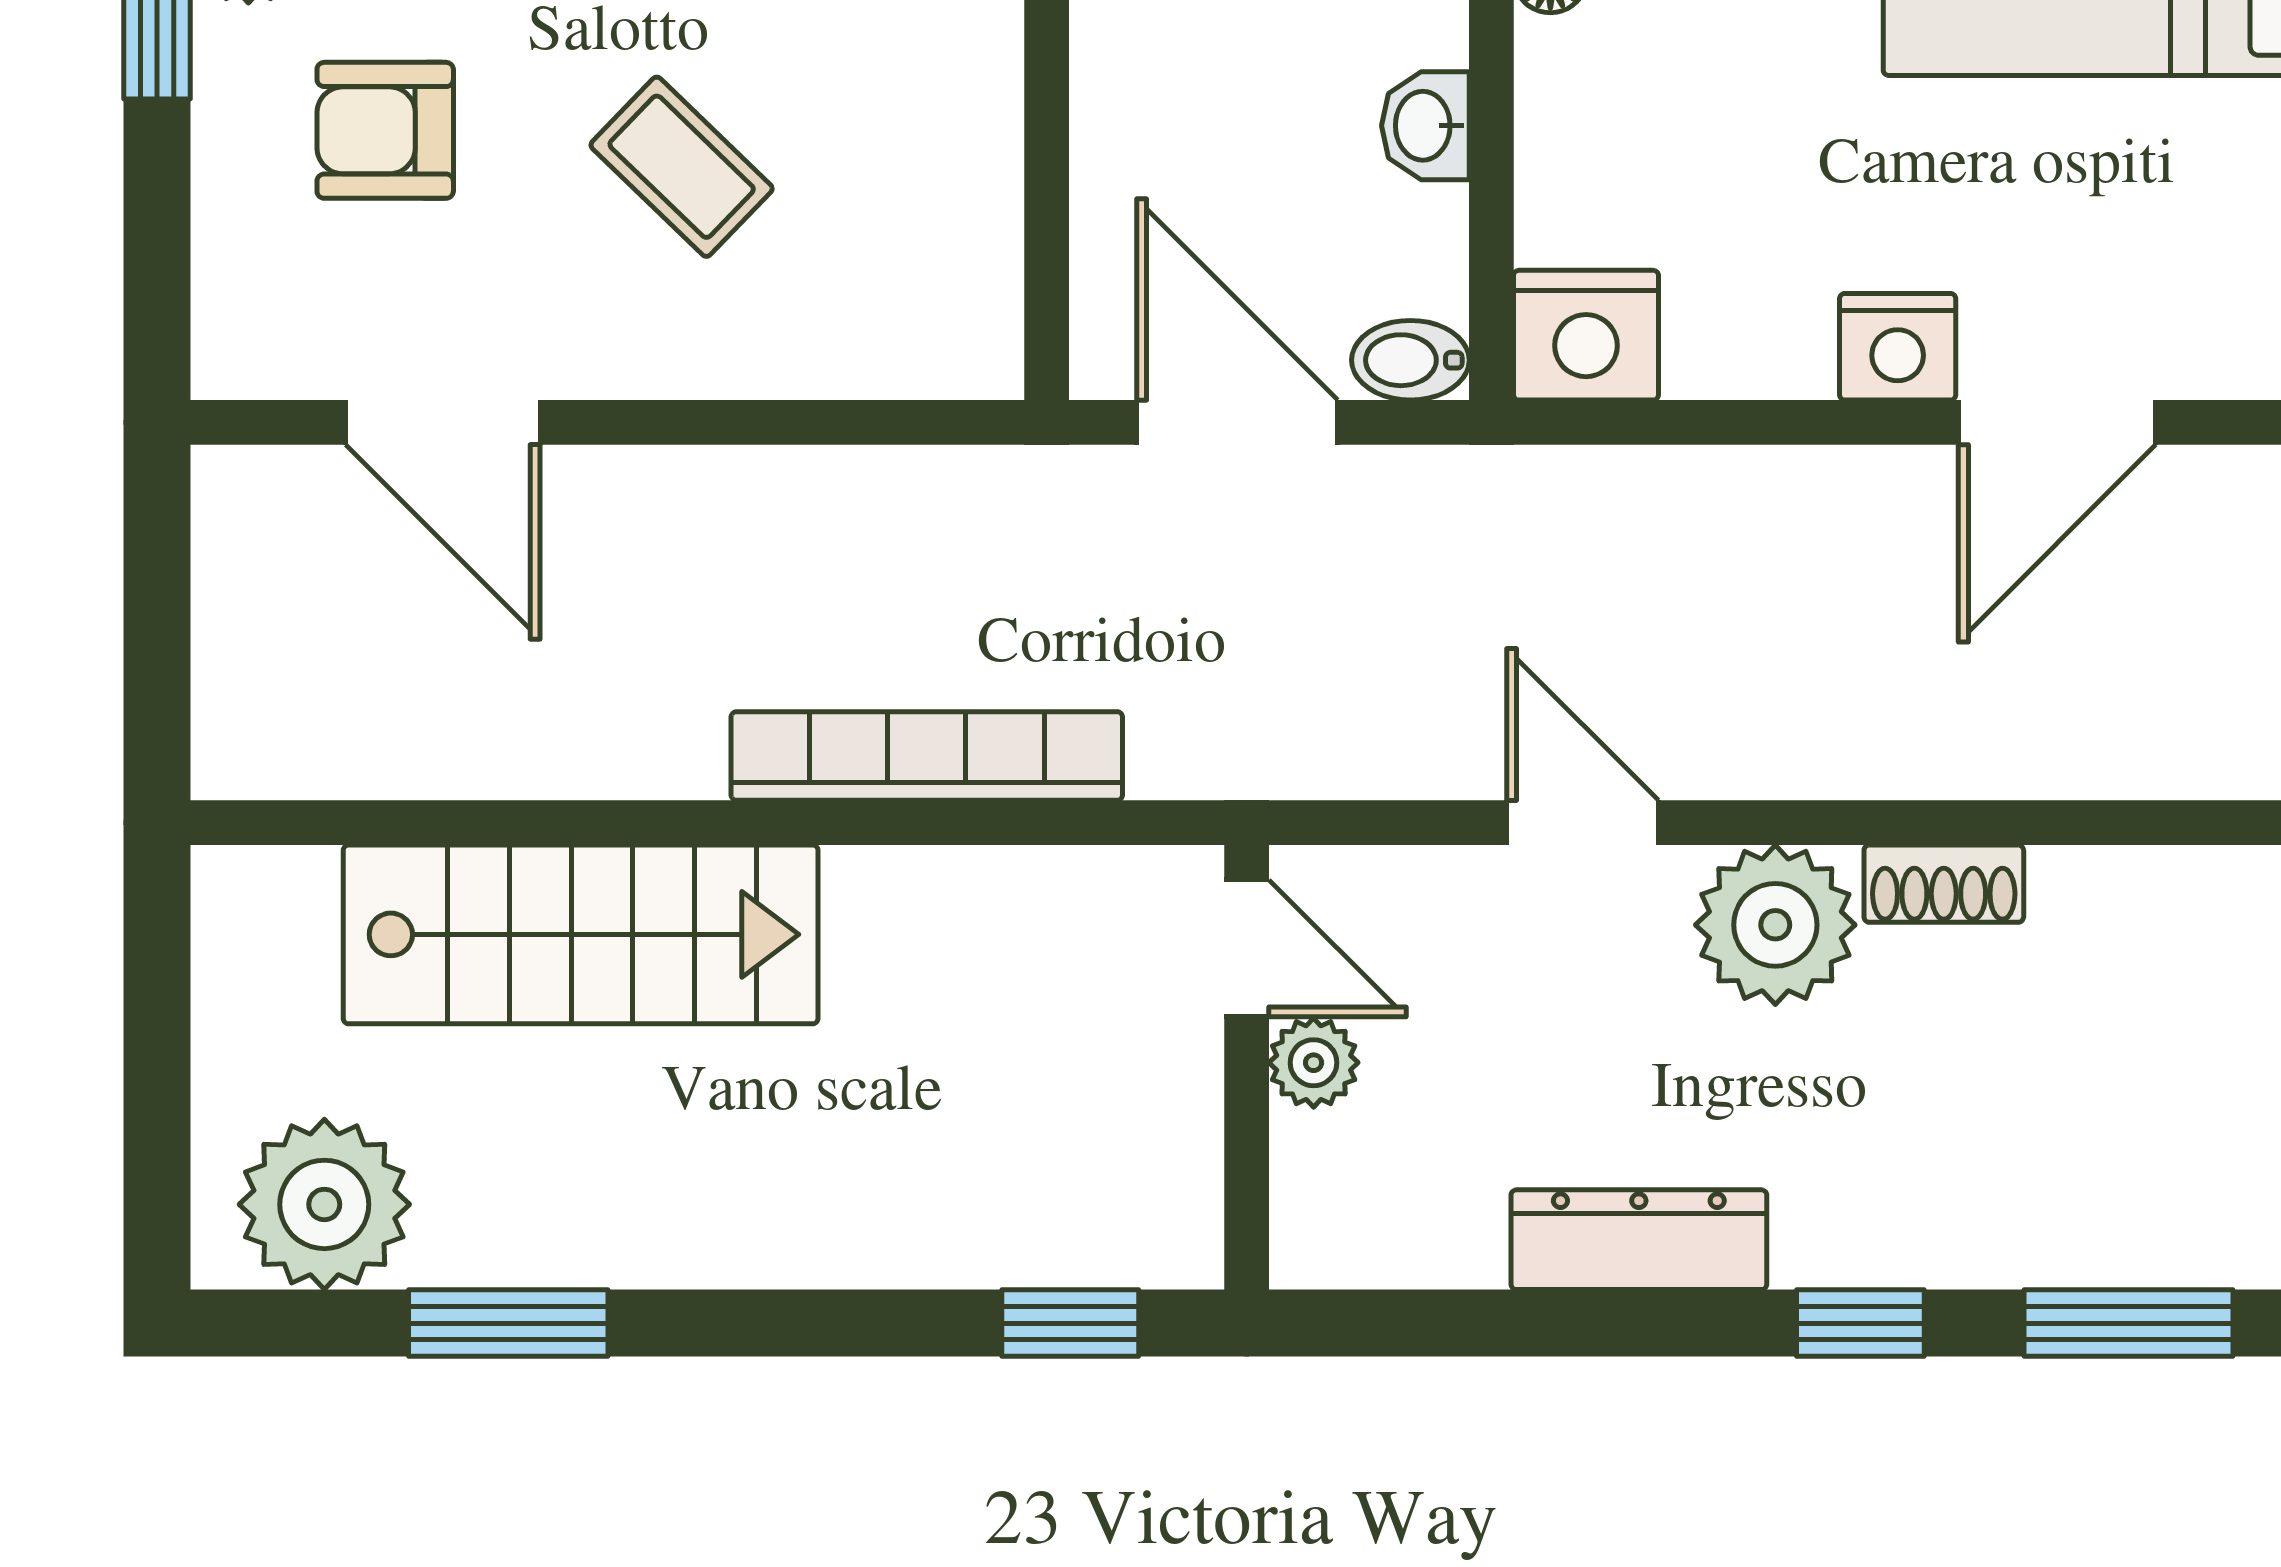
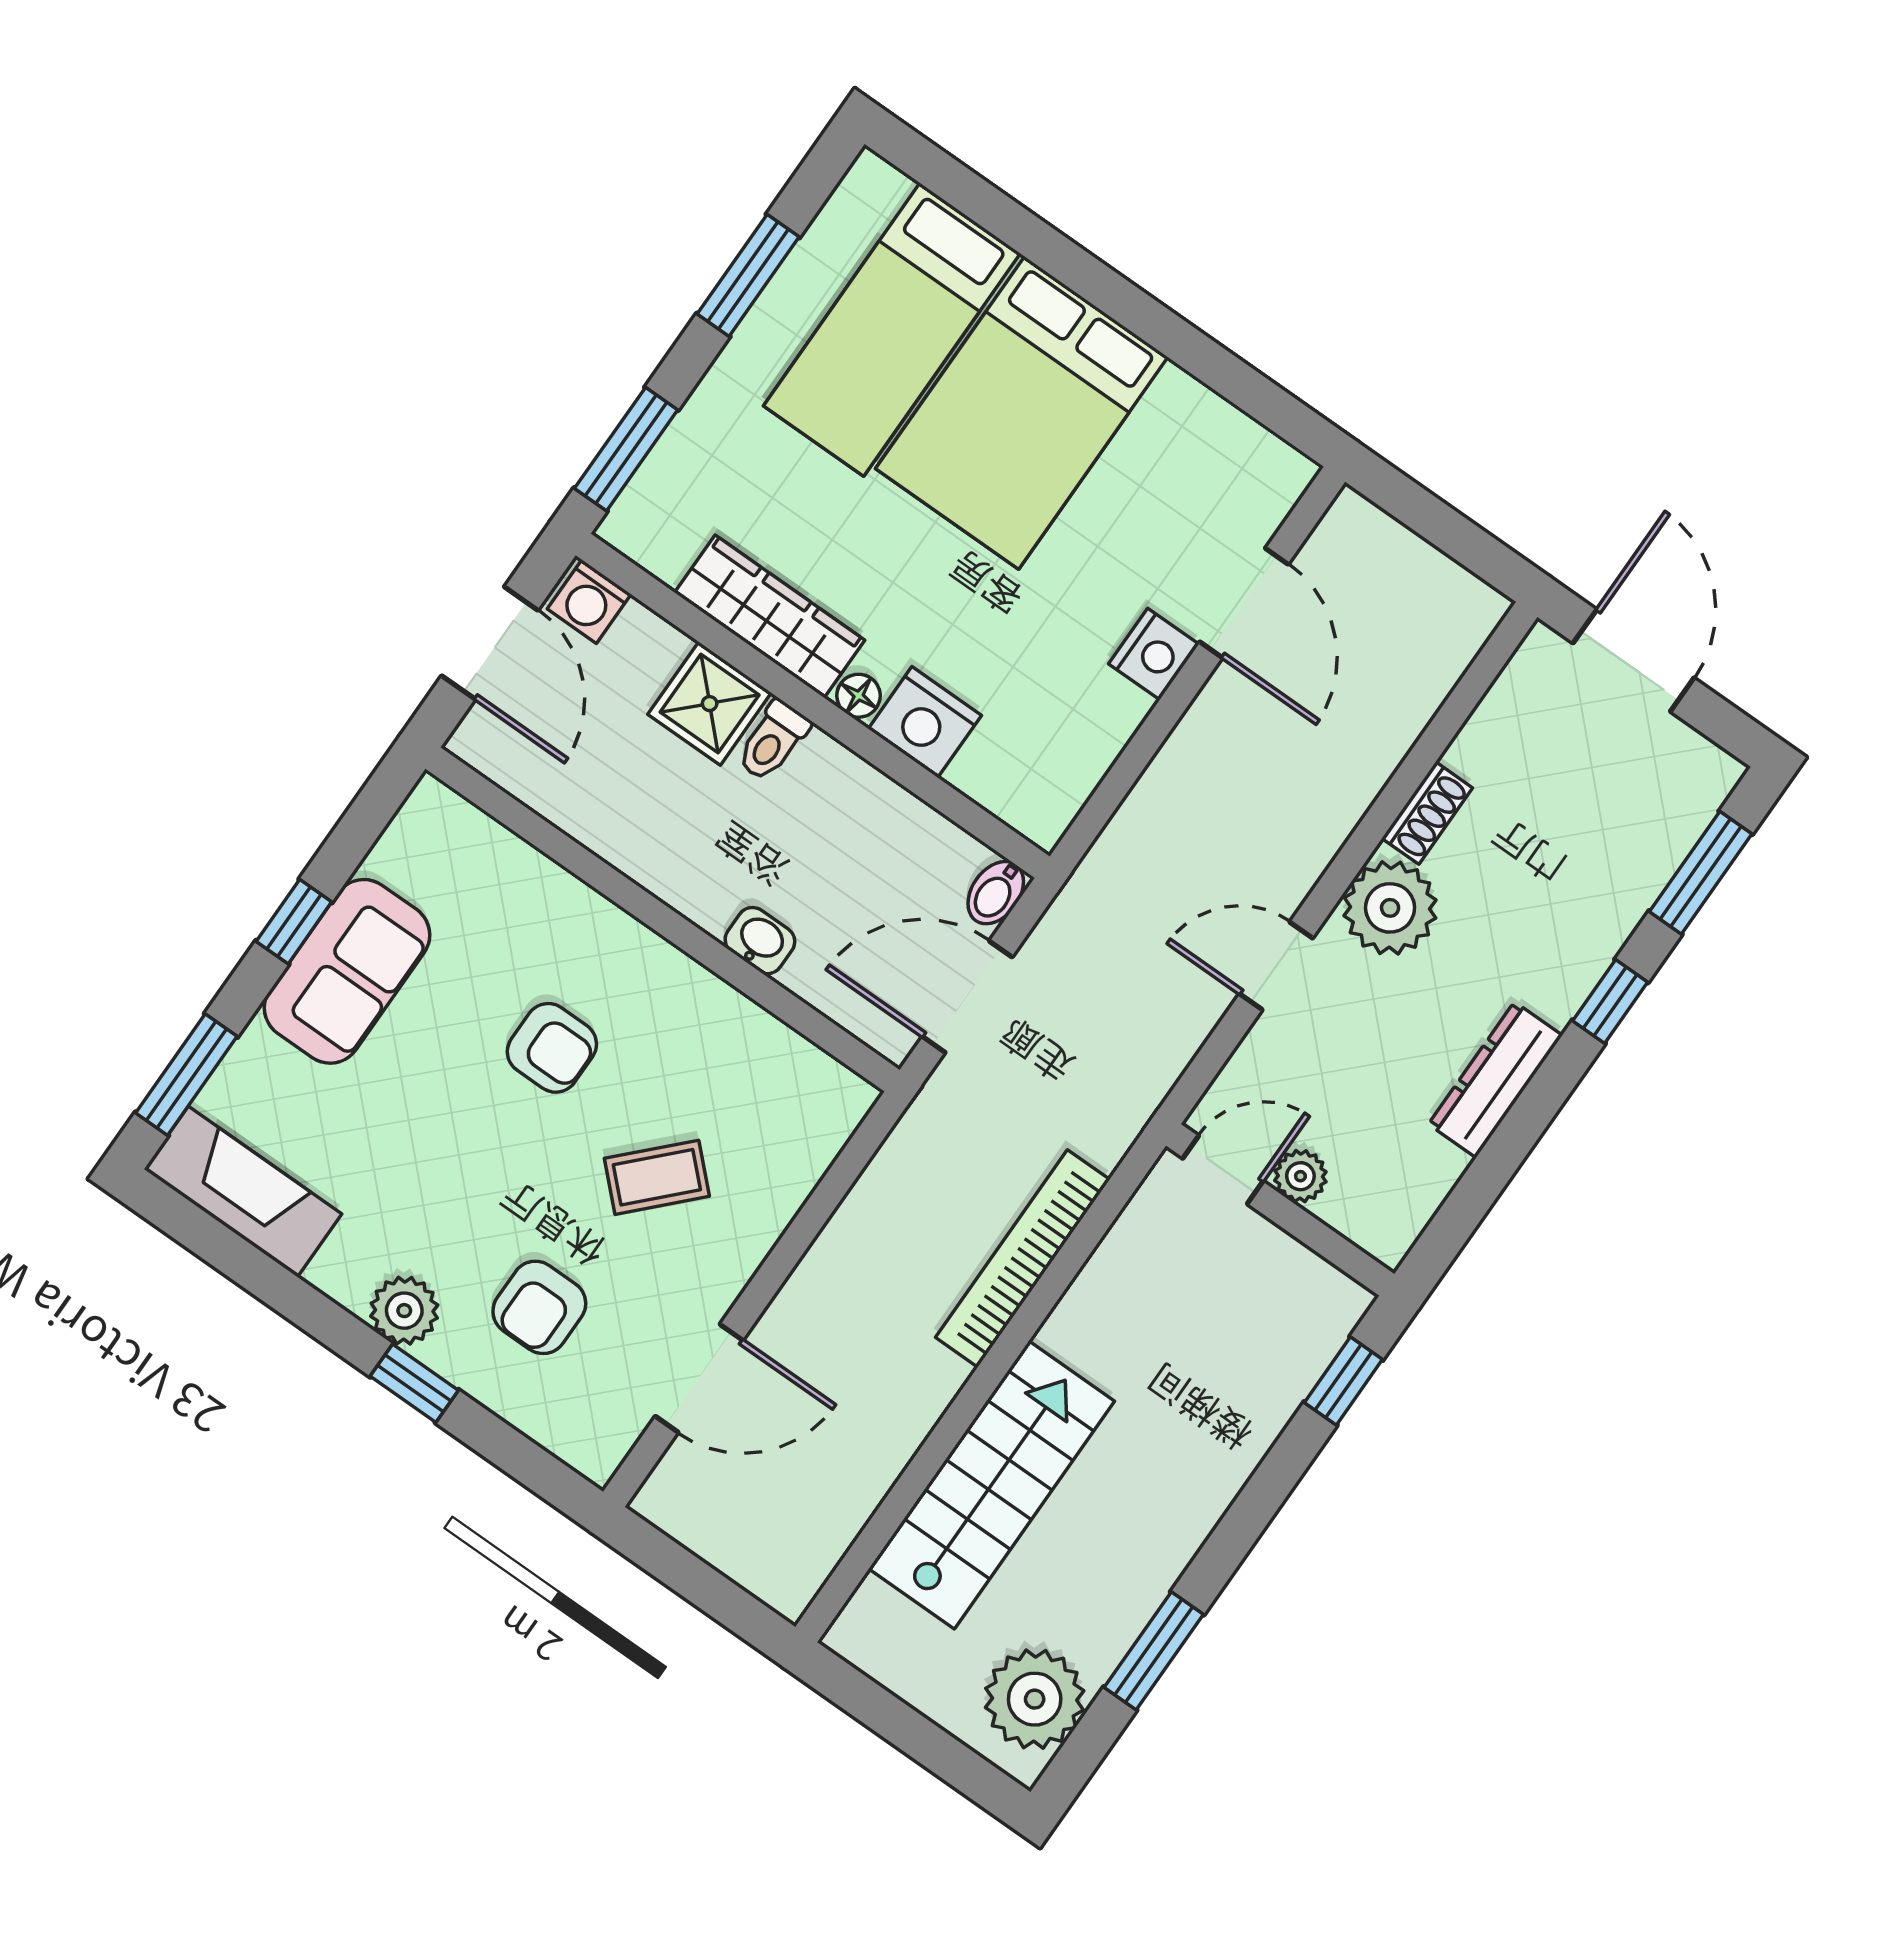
washbasin: (1425, 126) -> (760, 941), moved, turned 180
nightstand: (1586, 335) -> (925, 722), moved, turned 90

